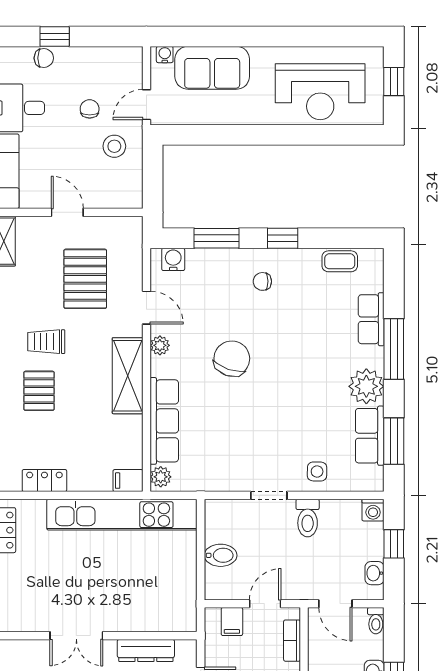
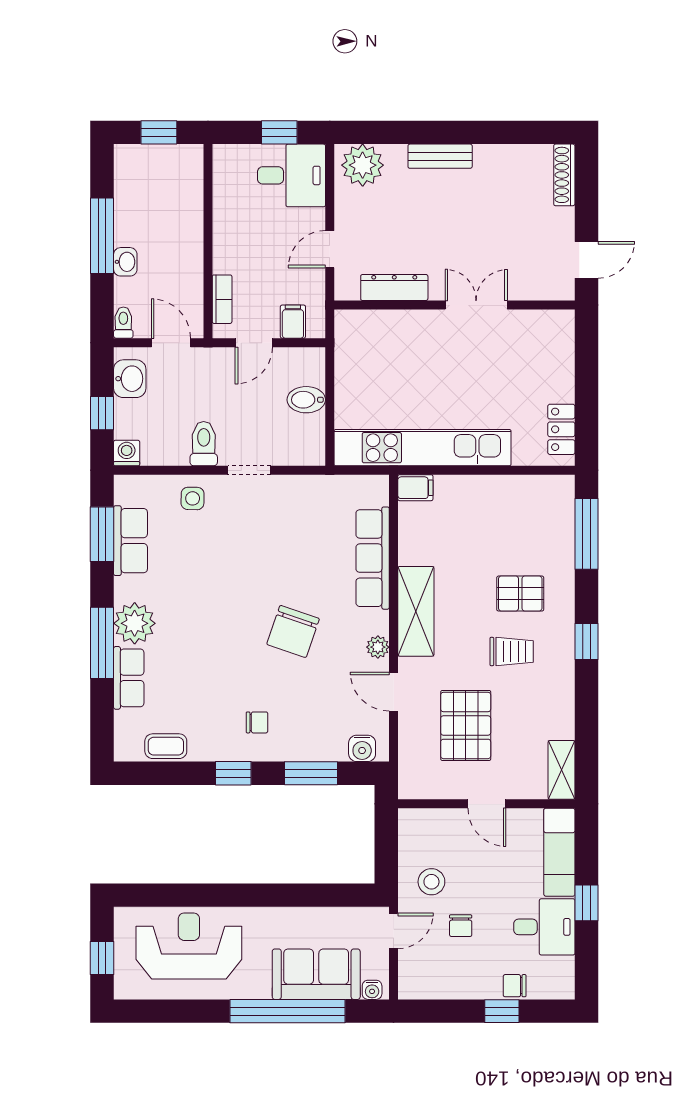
window: (236, 36) -> (288, 1011), added
plant: (366, 386) -> (135, 623), moved
pallet: (39, 391) -> (520, 594), turned 90
plant: (161, 477) -> (377, 492), removed
locker: (44, 481) -> (514, 488), removed
washbasin: (375, 573) -> (130, 379), width x1.38, depth x1.45

